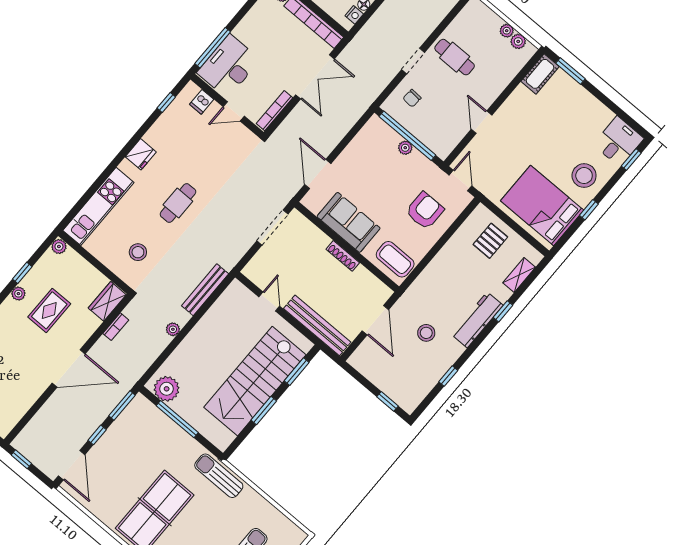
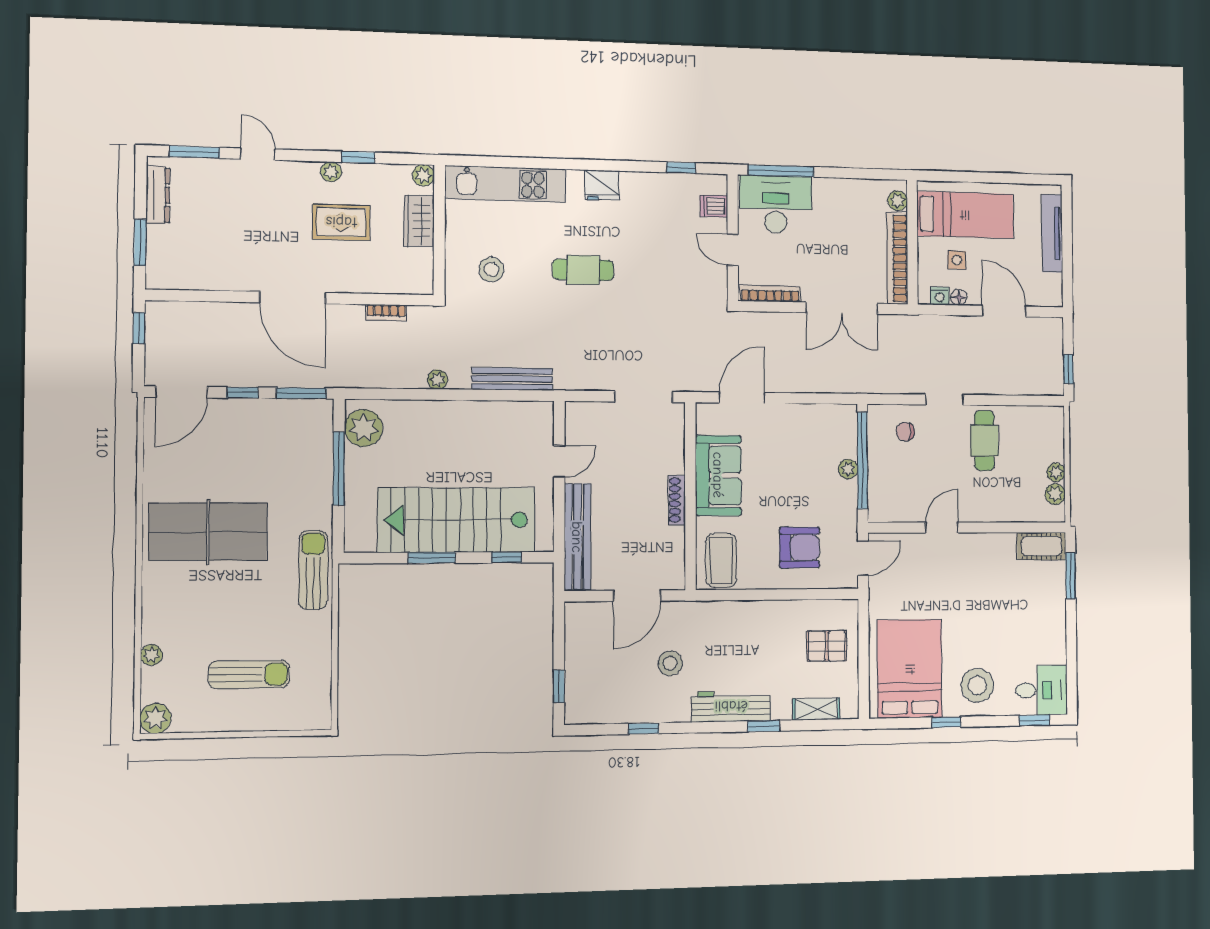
wardrobe: (107, 301) -> (419, 221), moved, turned -90
window: (297, 372) -> (507, 557), width x0.67

